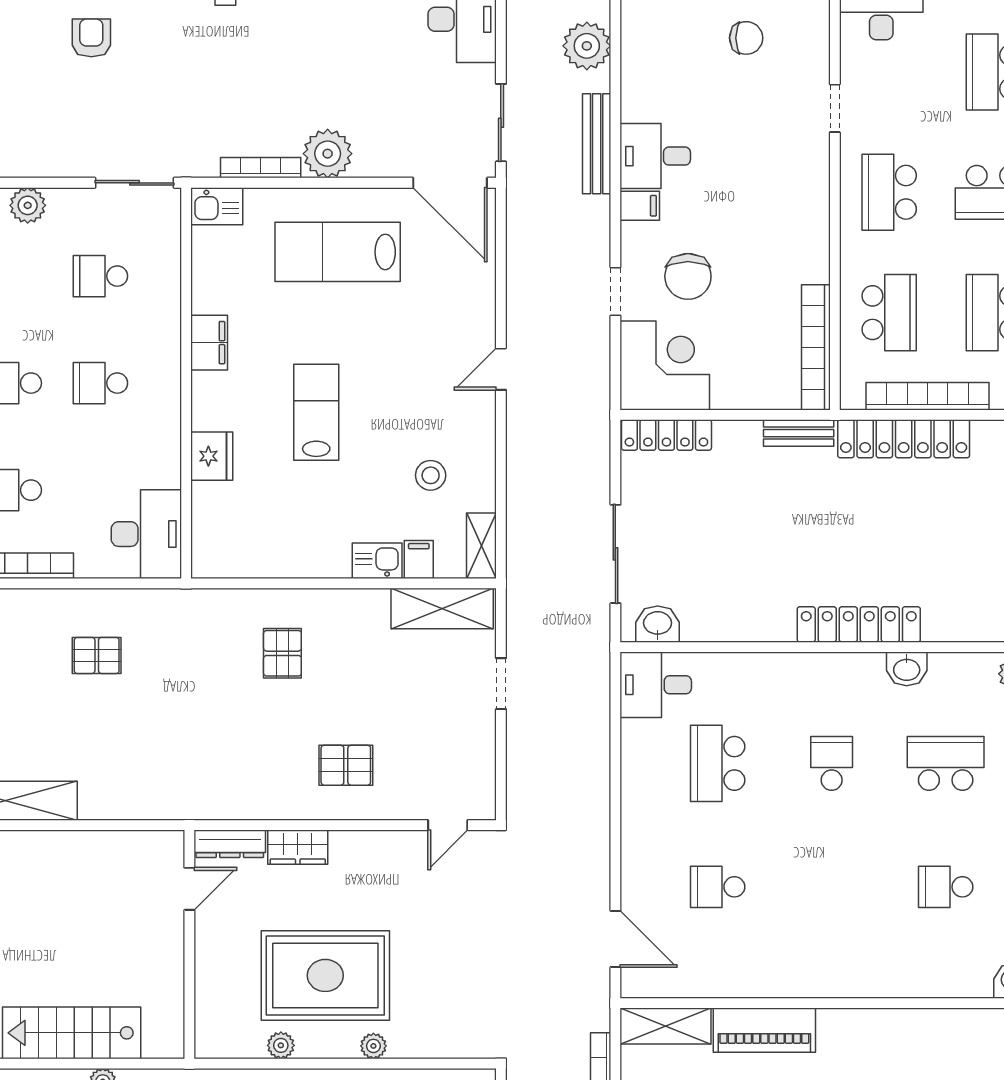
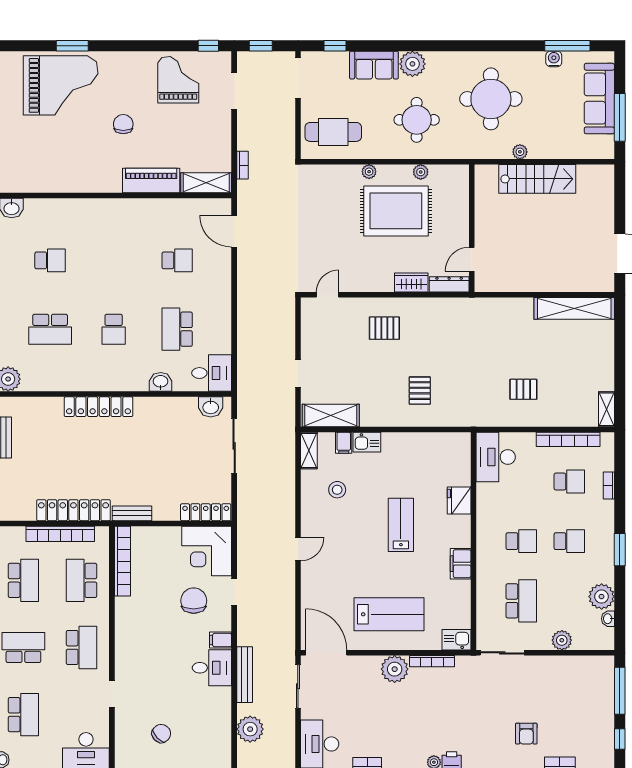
chair: (746, 38) -> (161, 734), turned 137
school desk: (100, 276) -> (521, 601), width x1.85
lab bench: (316, 412) -> (401, 525), turned 180
washbasin: (907, 669) -> (161, 382), moved
school desk: (718, 763) -> (177, 329), turned 180

